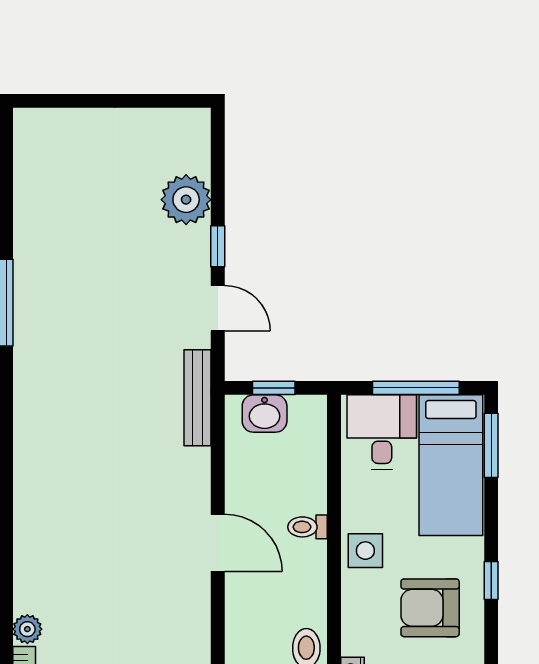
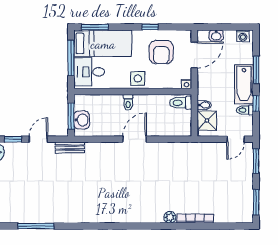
window: (274, 388) -> (71, 116), width x1.50
bench: (198, 398) -> (70, 147), width x0.73

